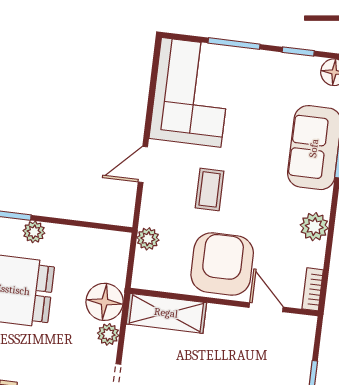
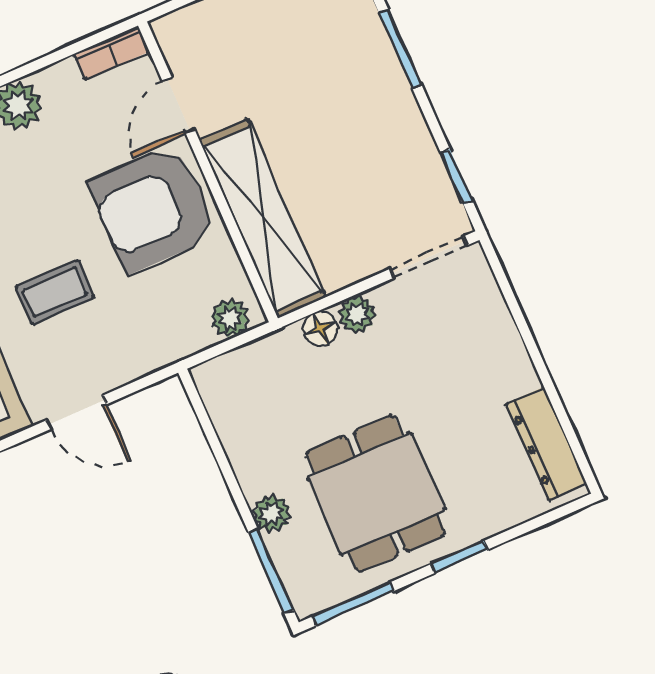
plant: (148, 239) -> (230, 318), moved
floor lamp: (105, 302) -> (320, 328), width x0.53, depth x0.53
shelving: (166, 313) -> (263, 219), width x1.47

